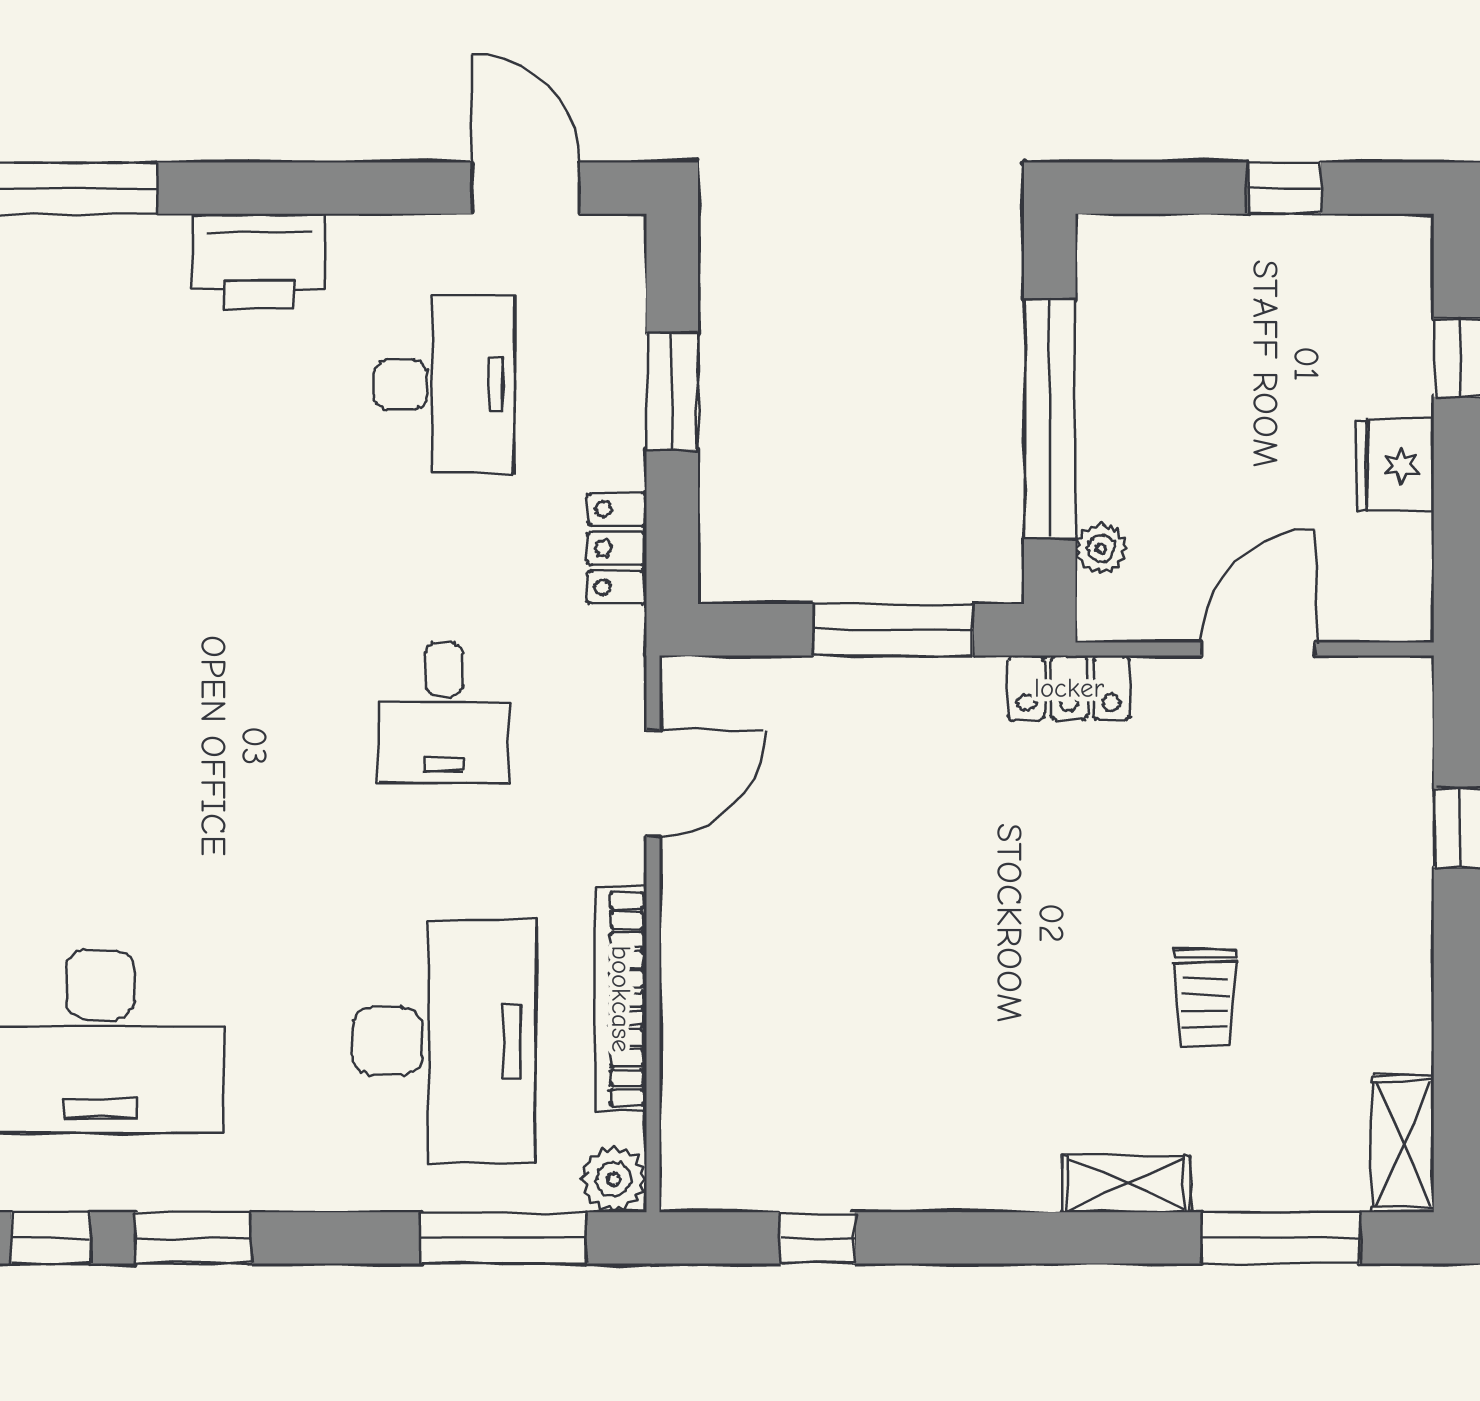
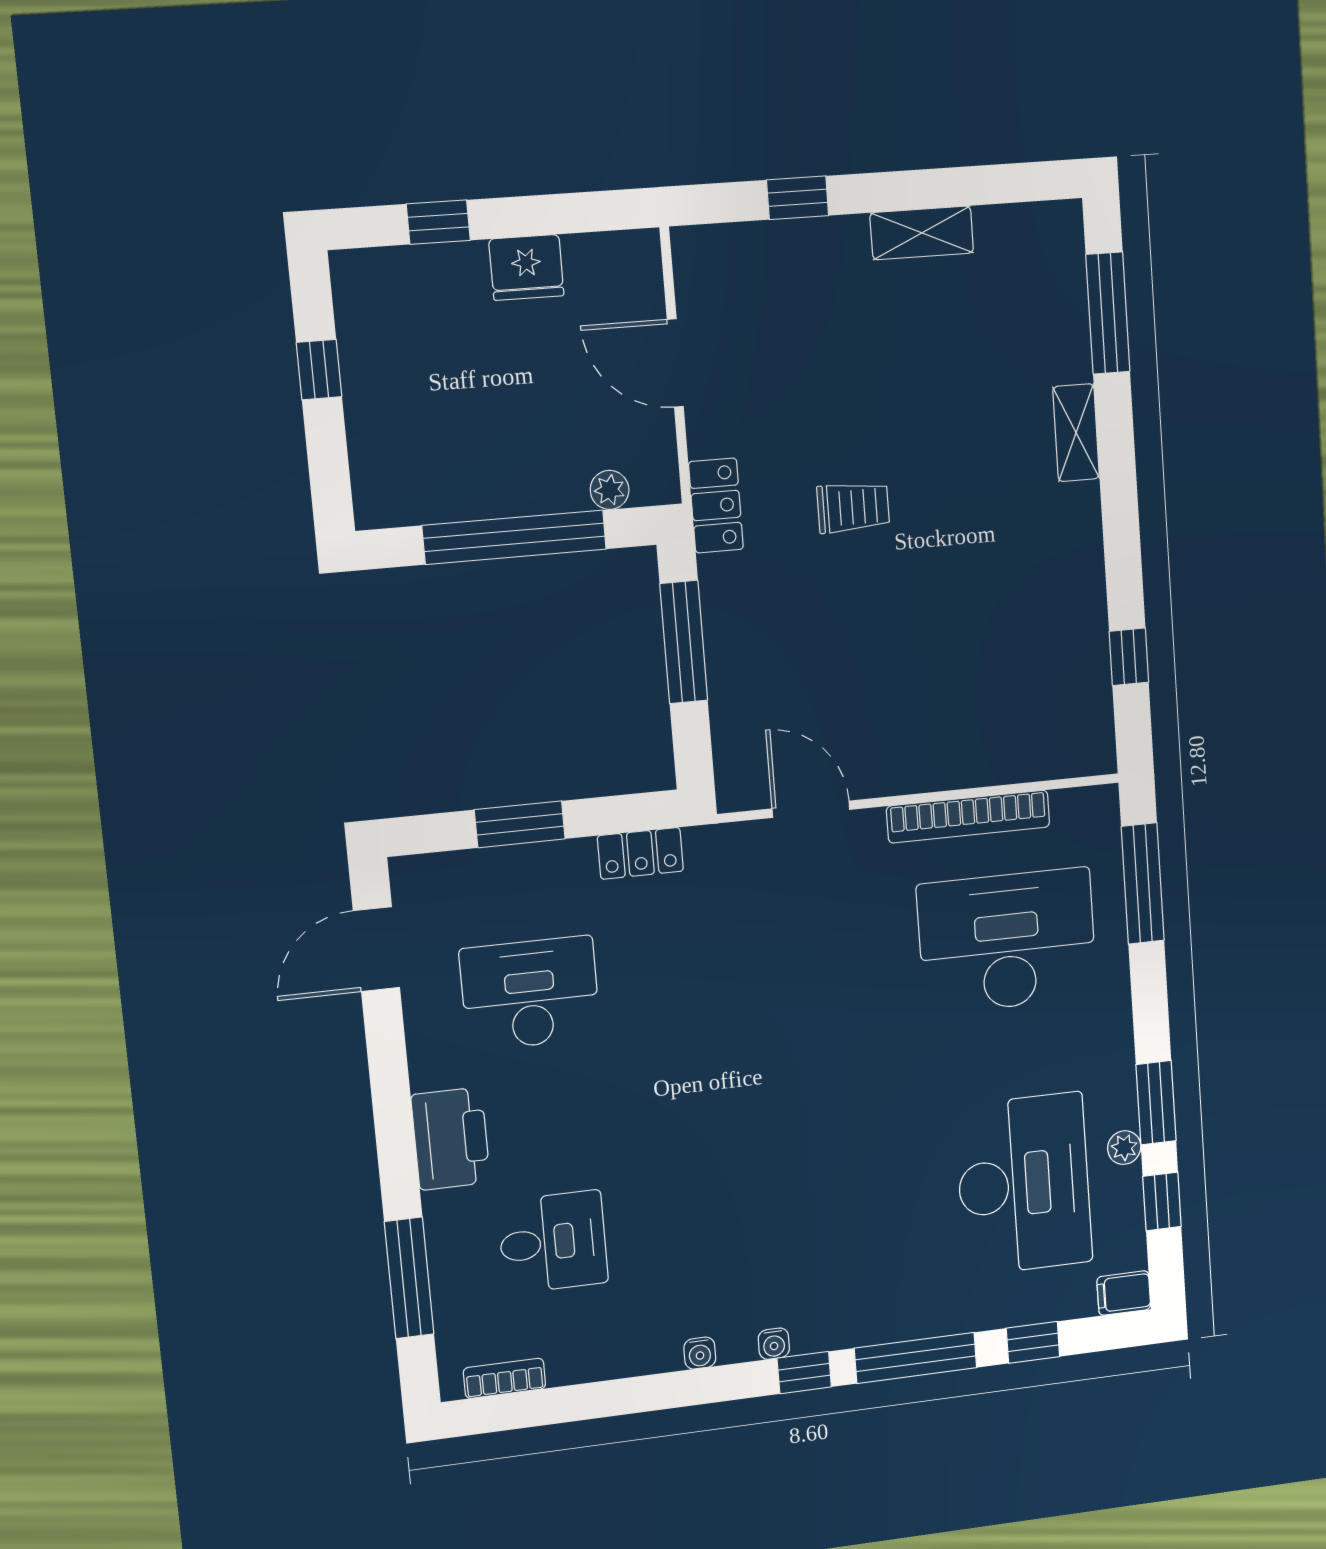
desk: (444, 713) -> (553, 1242), moved
trolley: (1205, 997) -> (853, 507), moved
shelving: (1403, 1144) -> (922, 233), moved
plant: (614, 1179) -> (1124, 1148), moved, width x0.73, depth x0.73

